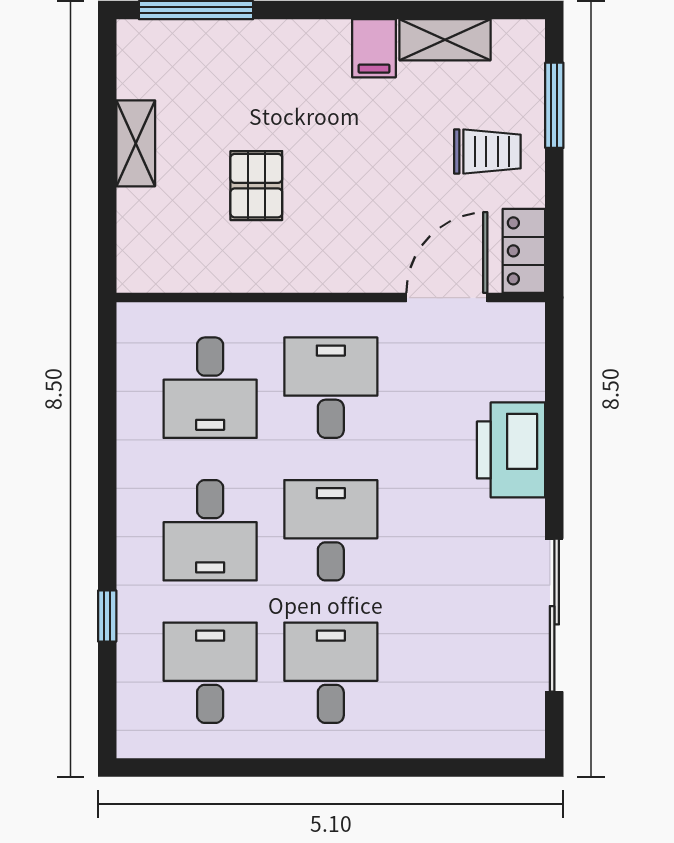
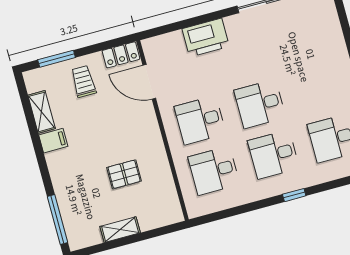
desk: (210, 388) -> (214, 171), turned 180
desk: (210, 530) -> (274, 154), turned 180
window: (107, 616) -> (294, 195), moved
desk: (331, 673) -> (319, 88), removed

